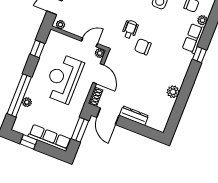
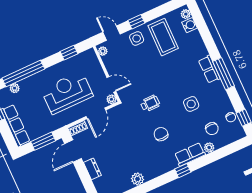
chair: (143, 47) -> (161, 134), moved
plant: (27, 102) -> (15, 88), moved
dresser: (134, 116) -> (92, 169), width x0.70

